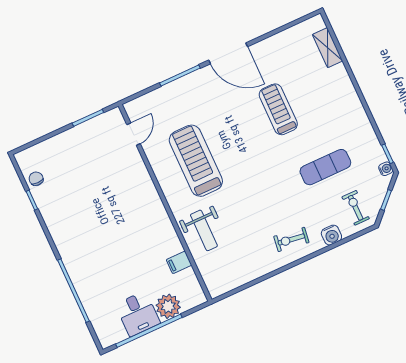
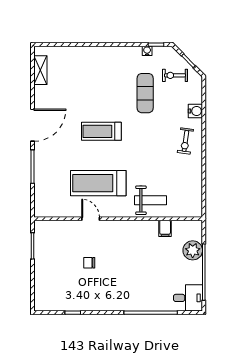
shelving: (328, 48) -> (40, 70), moved, turned 90
treadmill: (278, 109) -> (101, 131), moved
door: (134, 134) -> (91, 219), moved
water cooler: (386, 169) -> (147, 51), moved
chair: (36, 179) -> (89, 263), moved
exercise bike: (356, 208) -> (175, 75), moved
desk: (138, 314) -> (188, 298), moved

